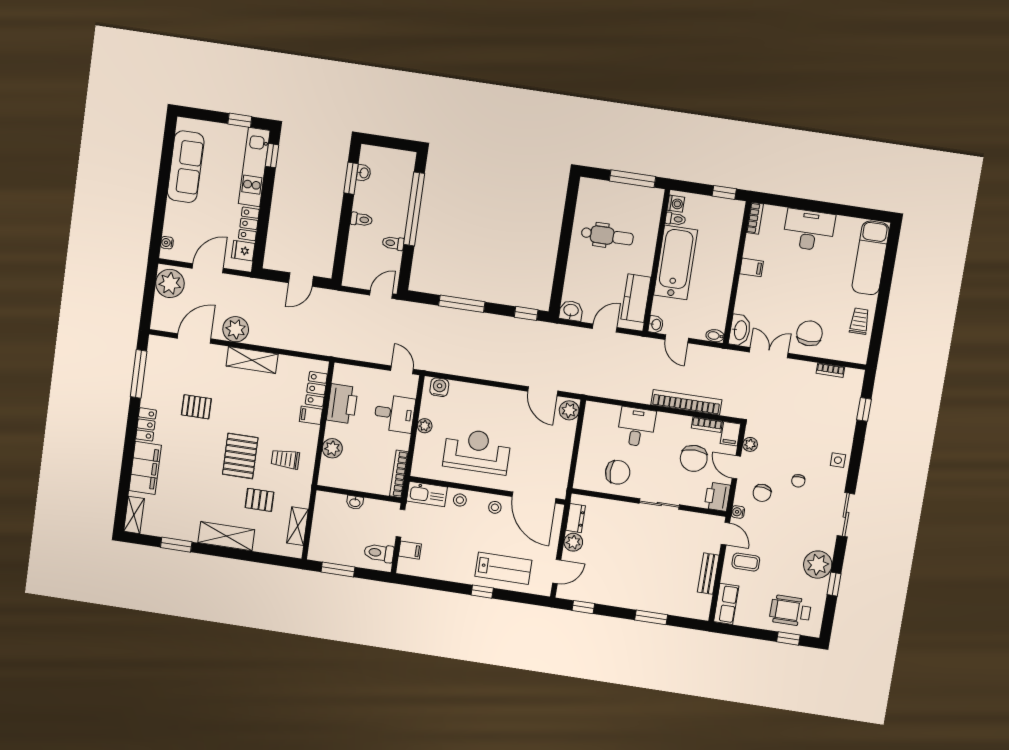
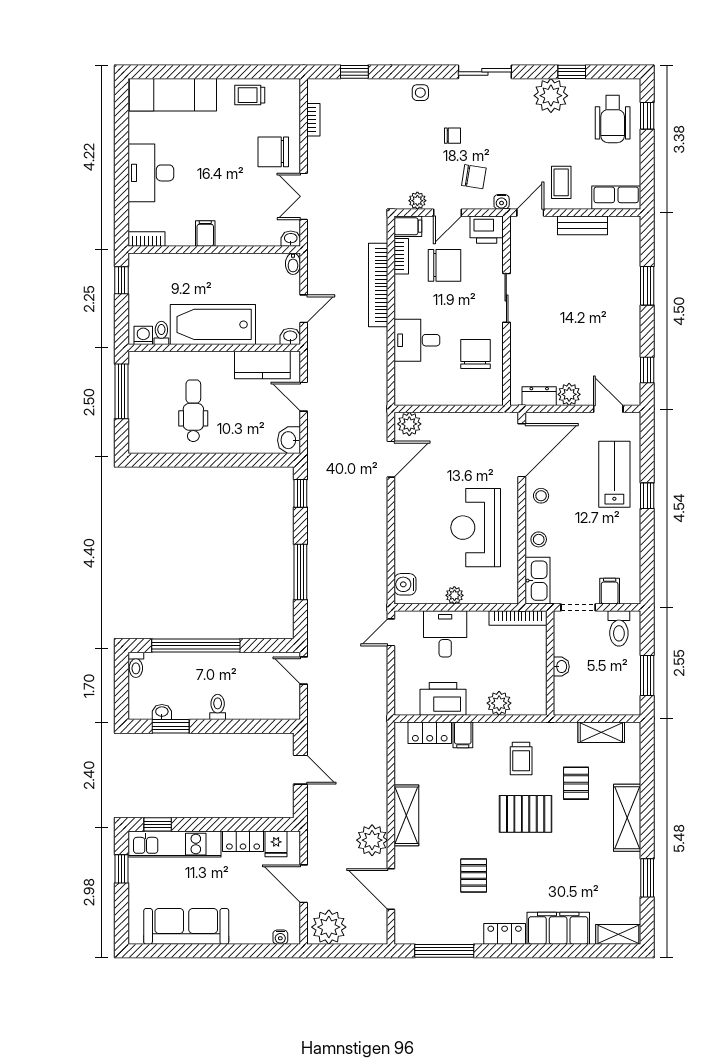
toilet: (393, 243) -> (136, 665), moved
washbasin: (740, 330) -> (291, 239), width x0.52, depth x0.69

